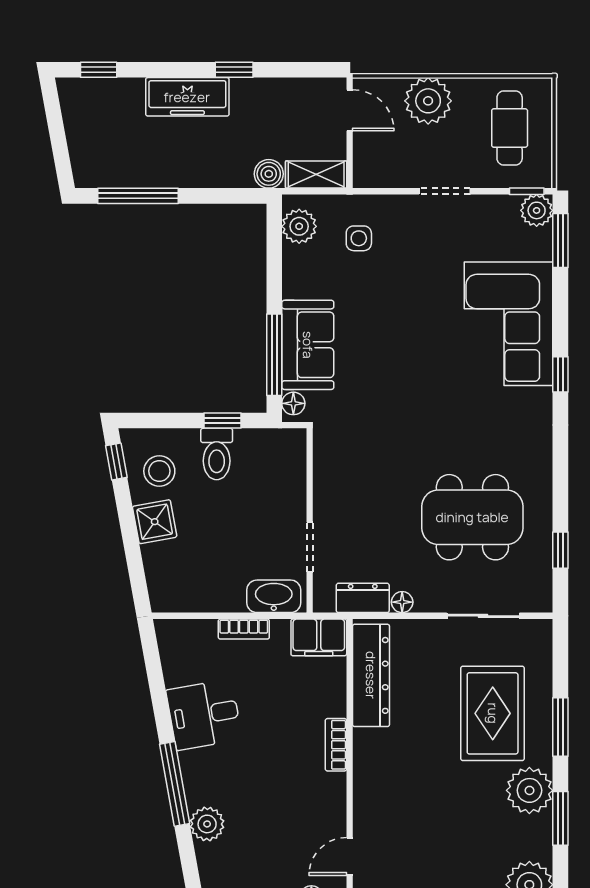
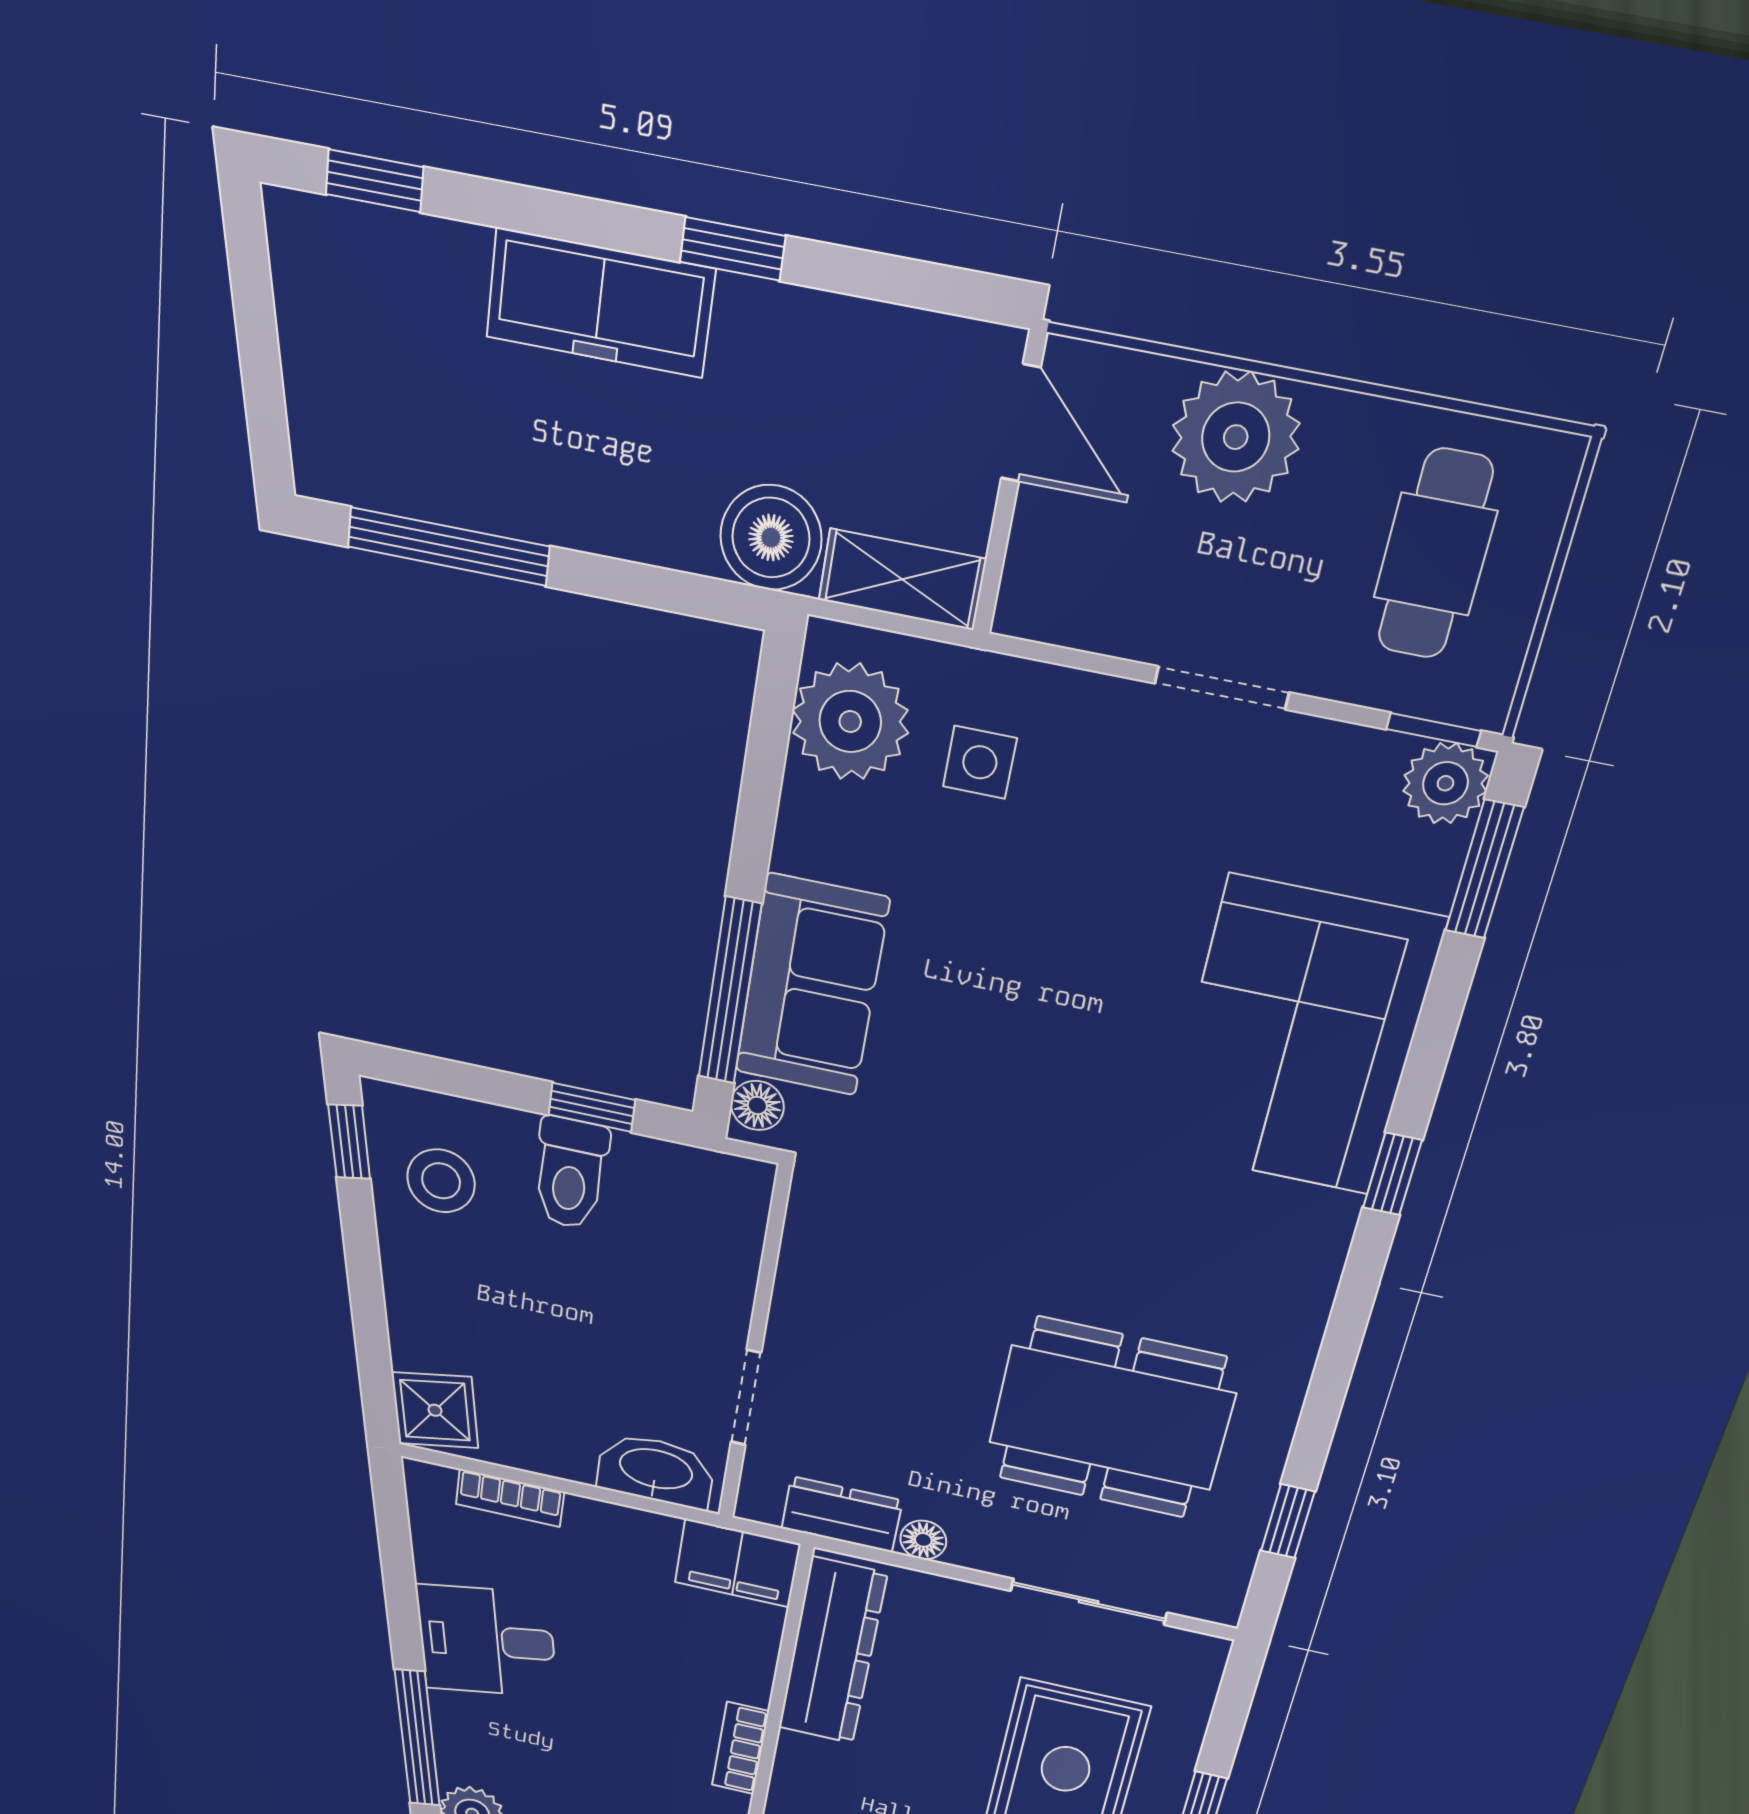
boiler: (269, 174) -> (771, 538), width x1.36, depth x1.36
plant: (299, 226) -> (850, 722), width x1.36, depth x1.36
shower: (155, 522) -> (435, 1410), moved
bookcase: (244, 629) -> (510, 1498), moved

